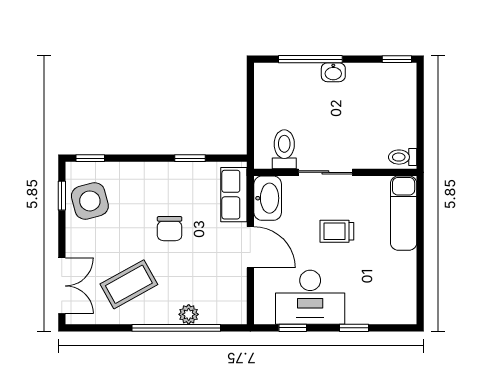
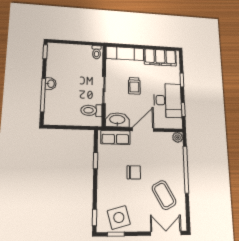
filing cabinet: (400, 285) -> (160, 57), added
plant: (189, 314) -> (178, 137), moved

